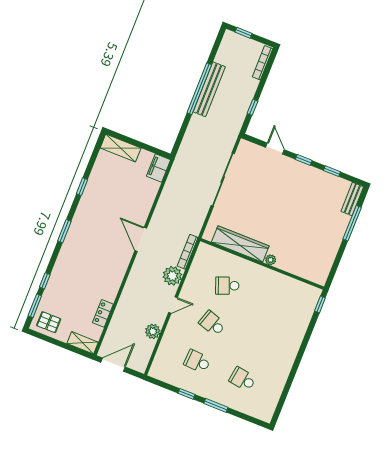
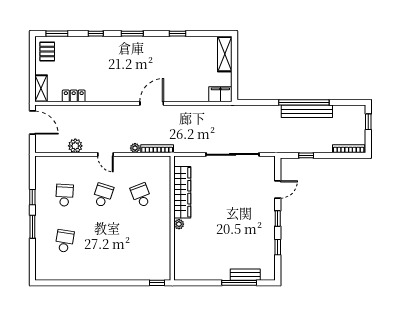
bench: (352, 199) -> (245, 275), moved
plant: (172, 276) -> (135, 148), width x0.53, depth x0.53
window: (45, 281) -> (96, 34), moved

